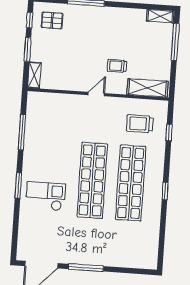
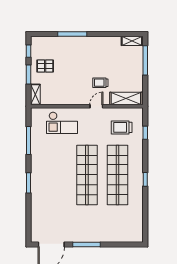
pallet: (52, 20) -> (45, 66), moved
door: (96, 94) -> (96, 106), moved
checkout: (46, 196) -> (62, 123), moved, turned 180

